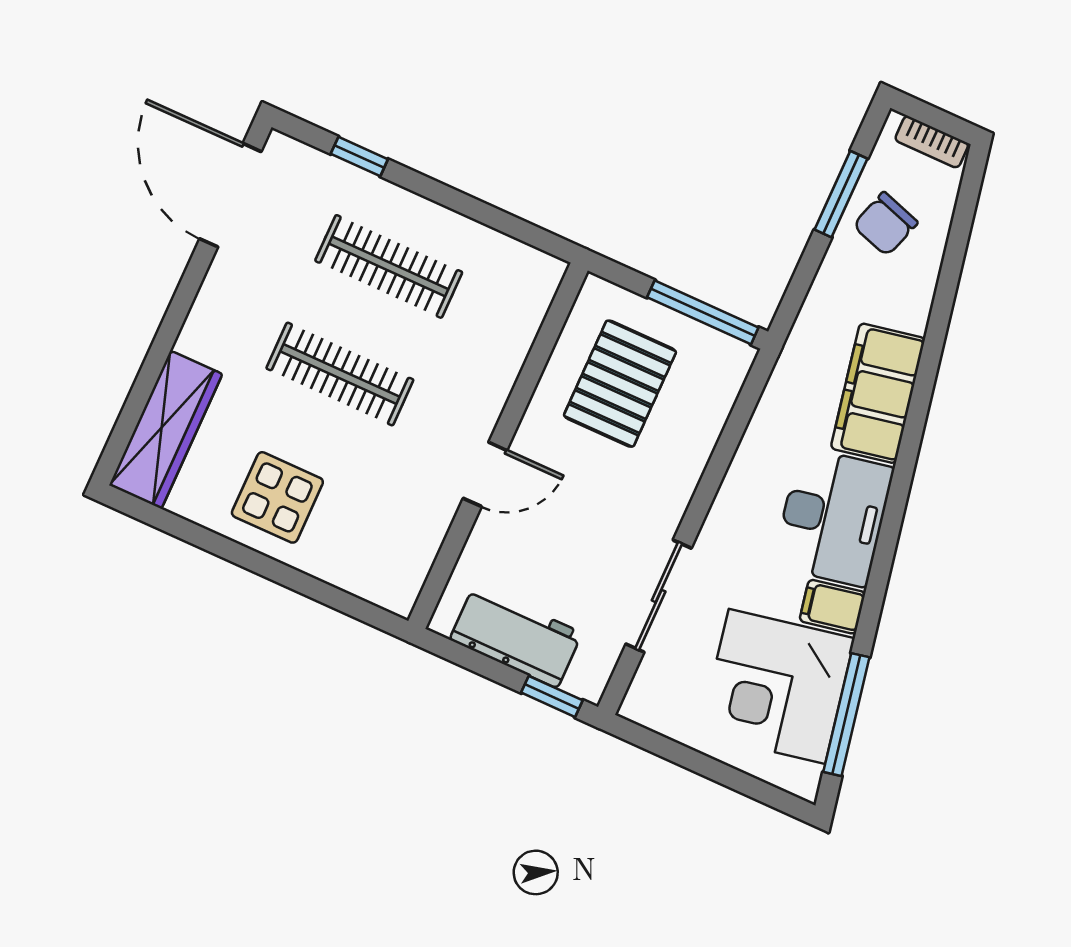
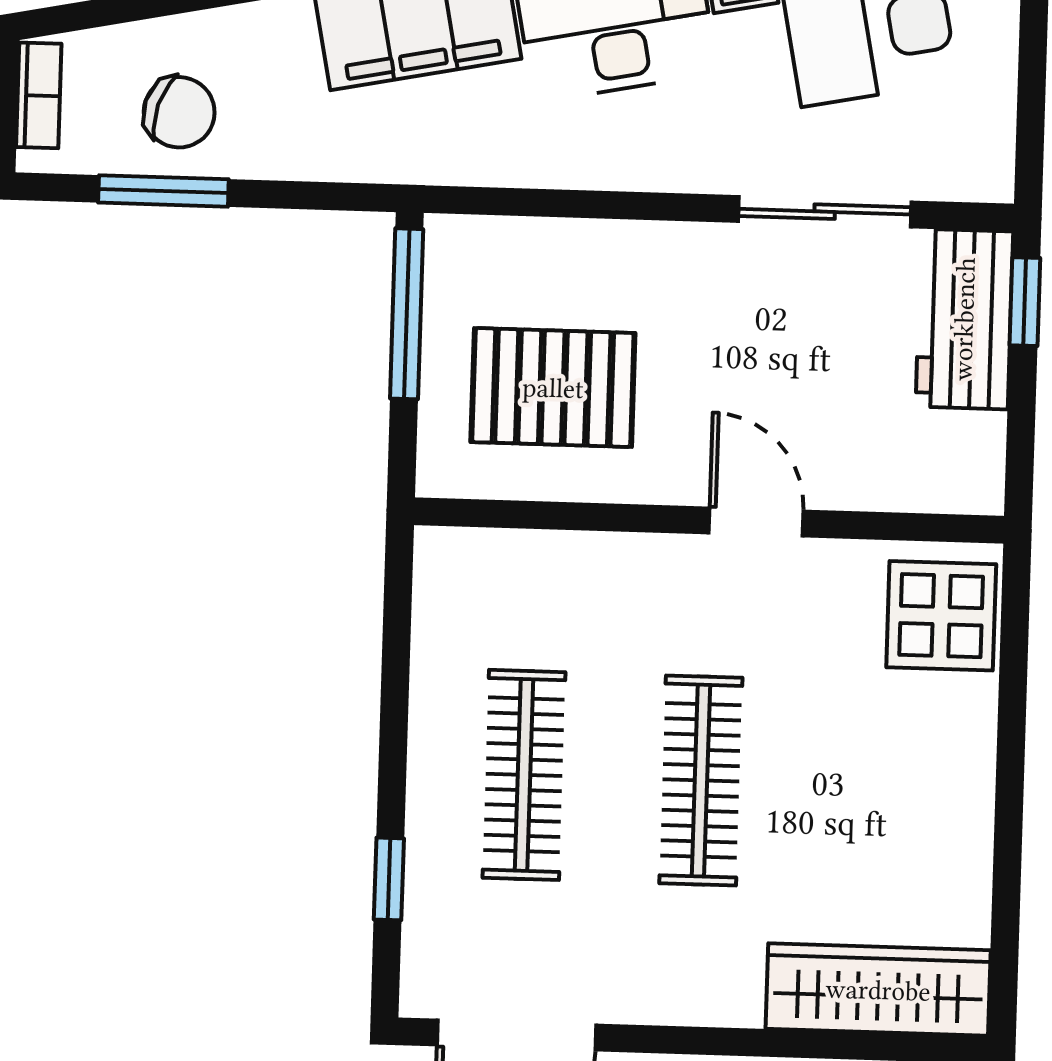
display table: (277, 497) -> (941, 616), moved
workbench: (516, 636) -> (964, 319), moved

